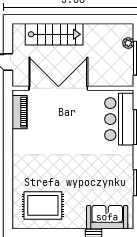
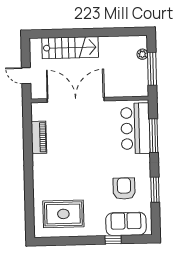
piano: (20, 112) -> (39, 137), moved
armchair: (106, 181) -> (124, 189), added

